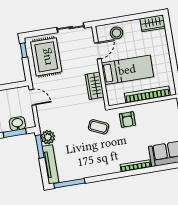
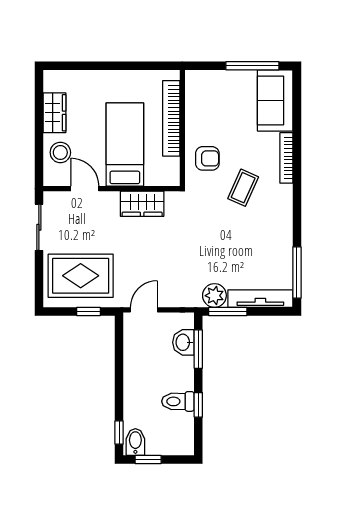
wardrobe: (153, 23) -> (54, 113), moved
window: (24, 50) -> (89, 311), moved
coffee table: (99, 127) -> (243, 188), moved

